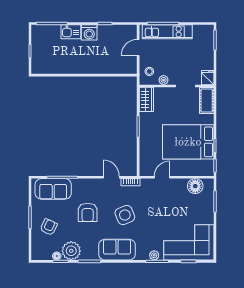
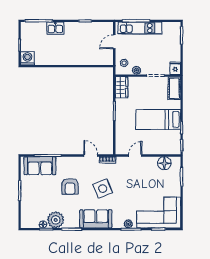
washing machine: (89, 32) -> (27, 58), moved, turned 180
bed: (188, 142) -> (158, 119), width x0.67
armchair: (49, 227) -> (36, 199), removed

